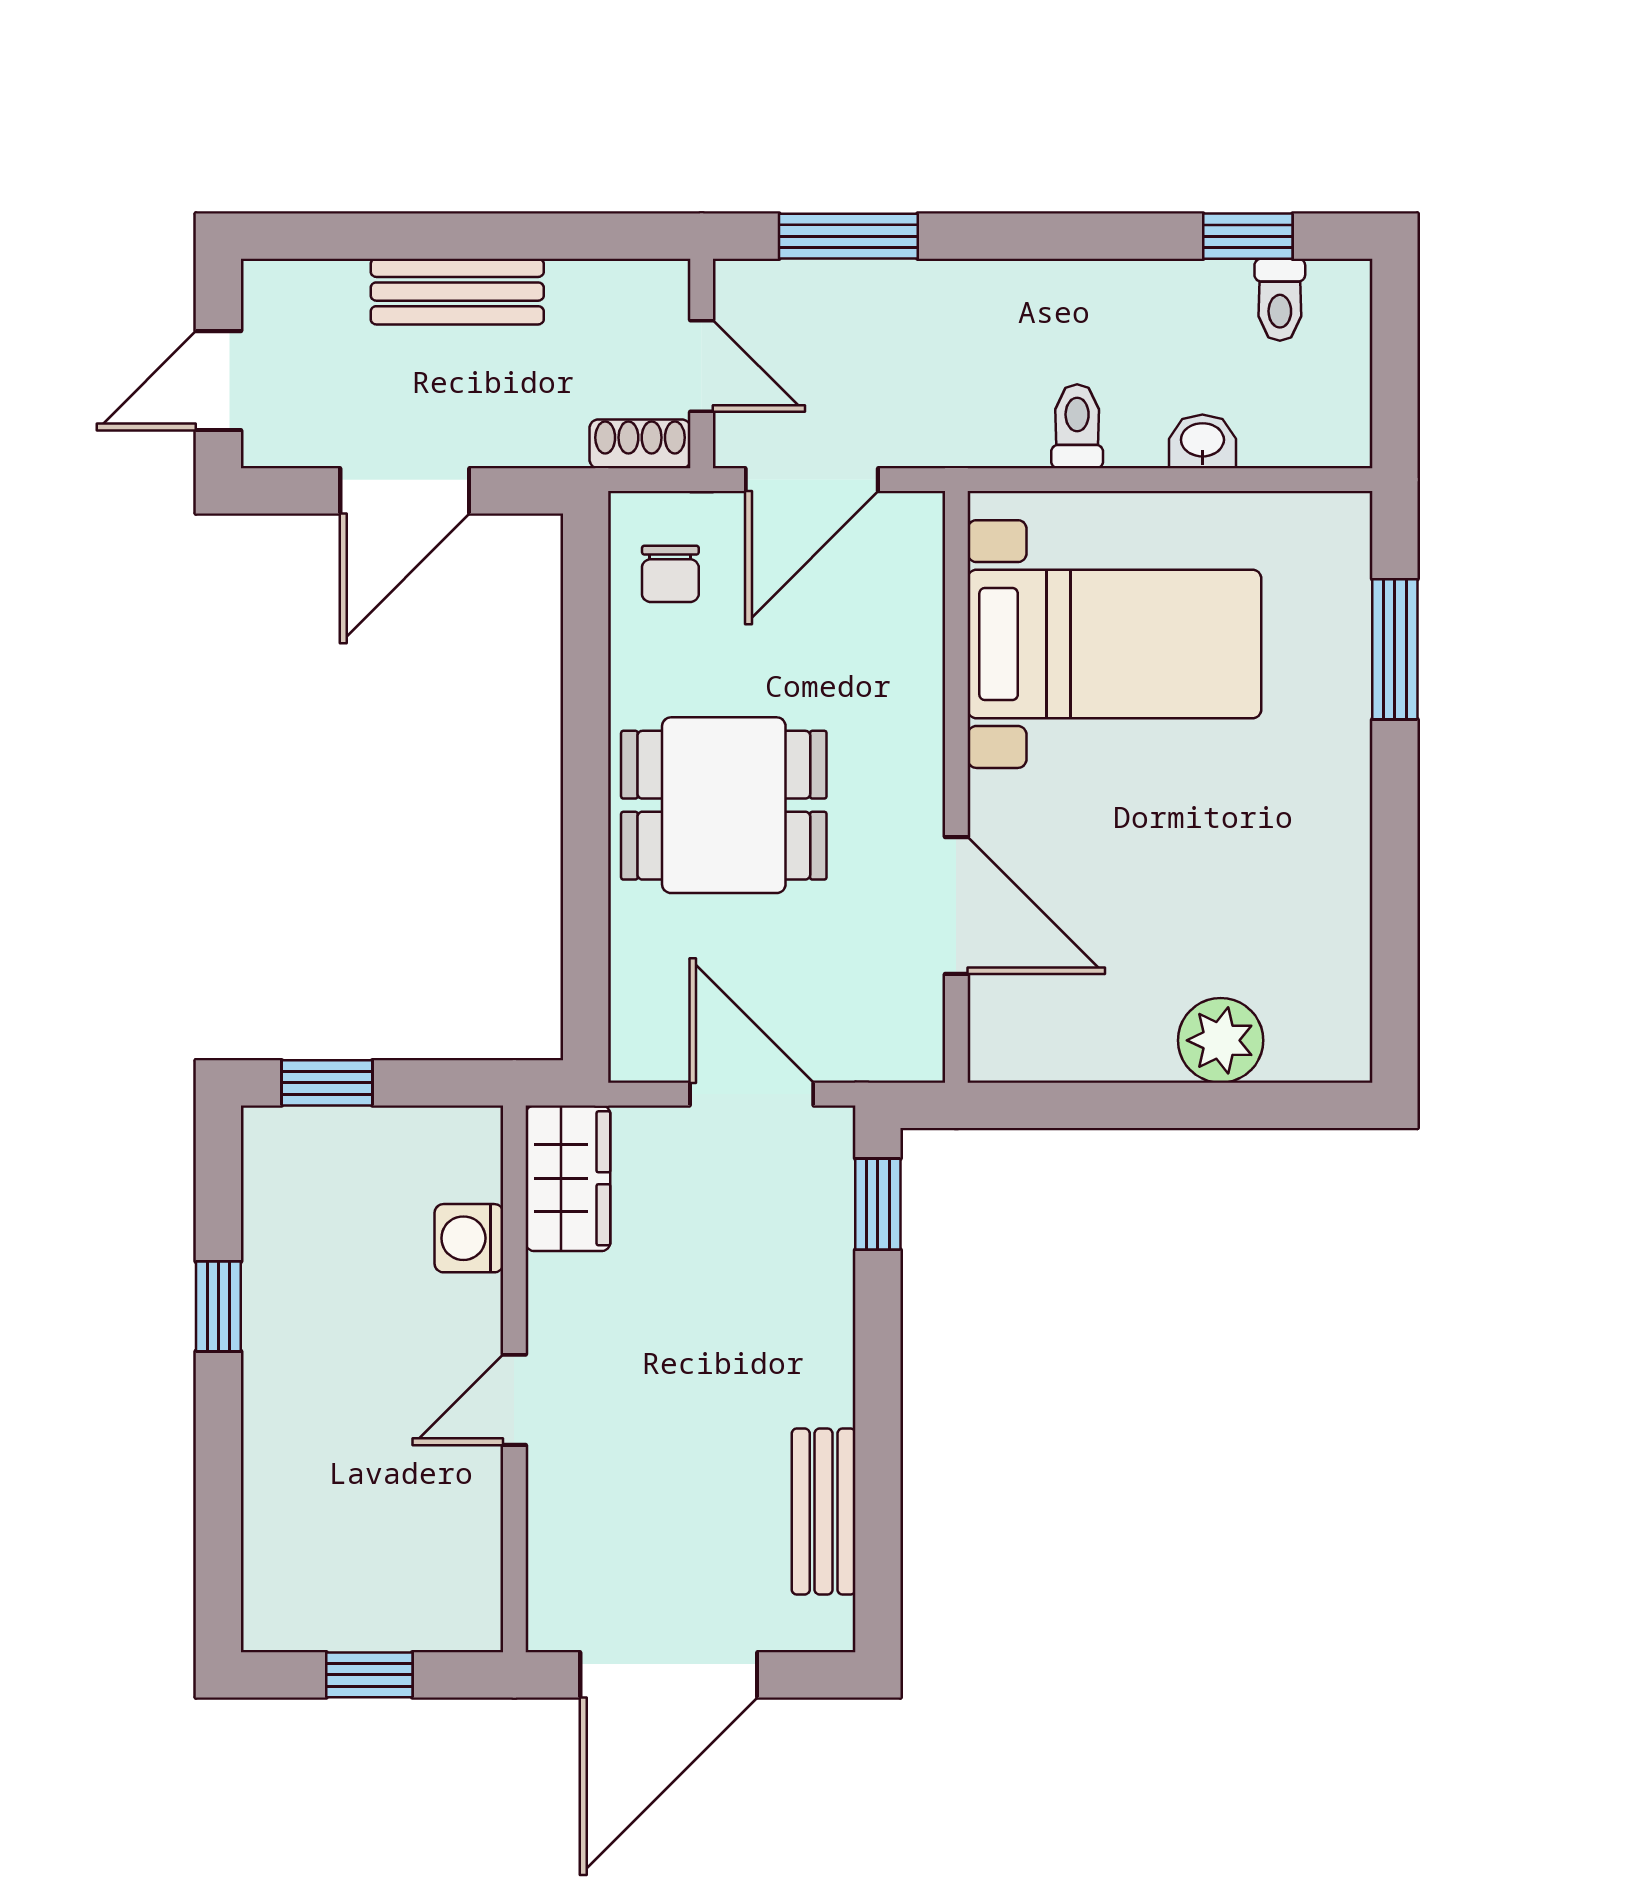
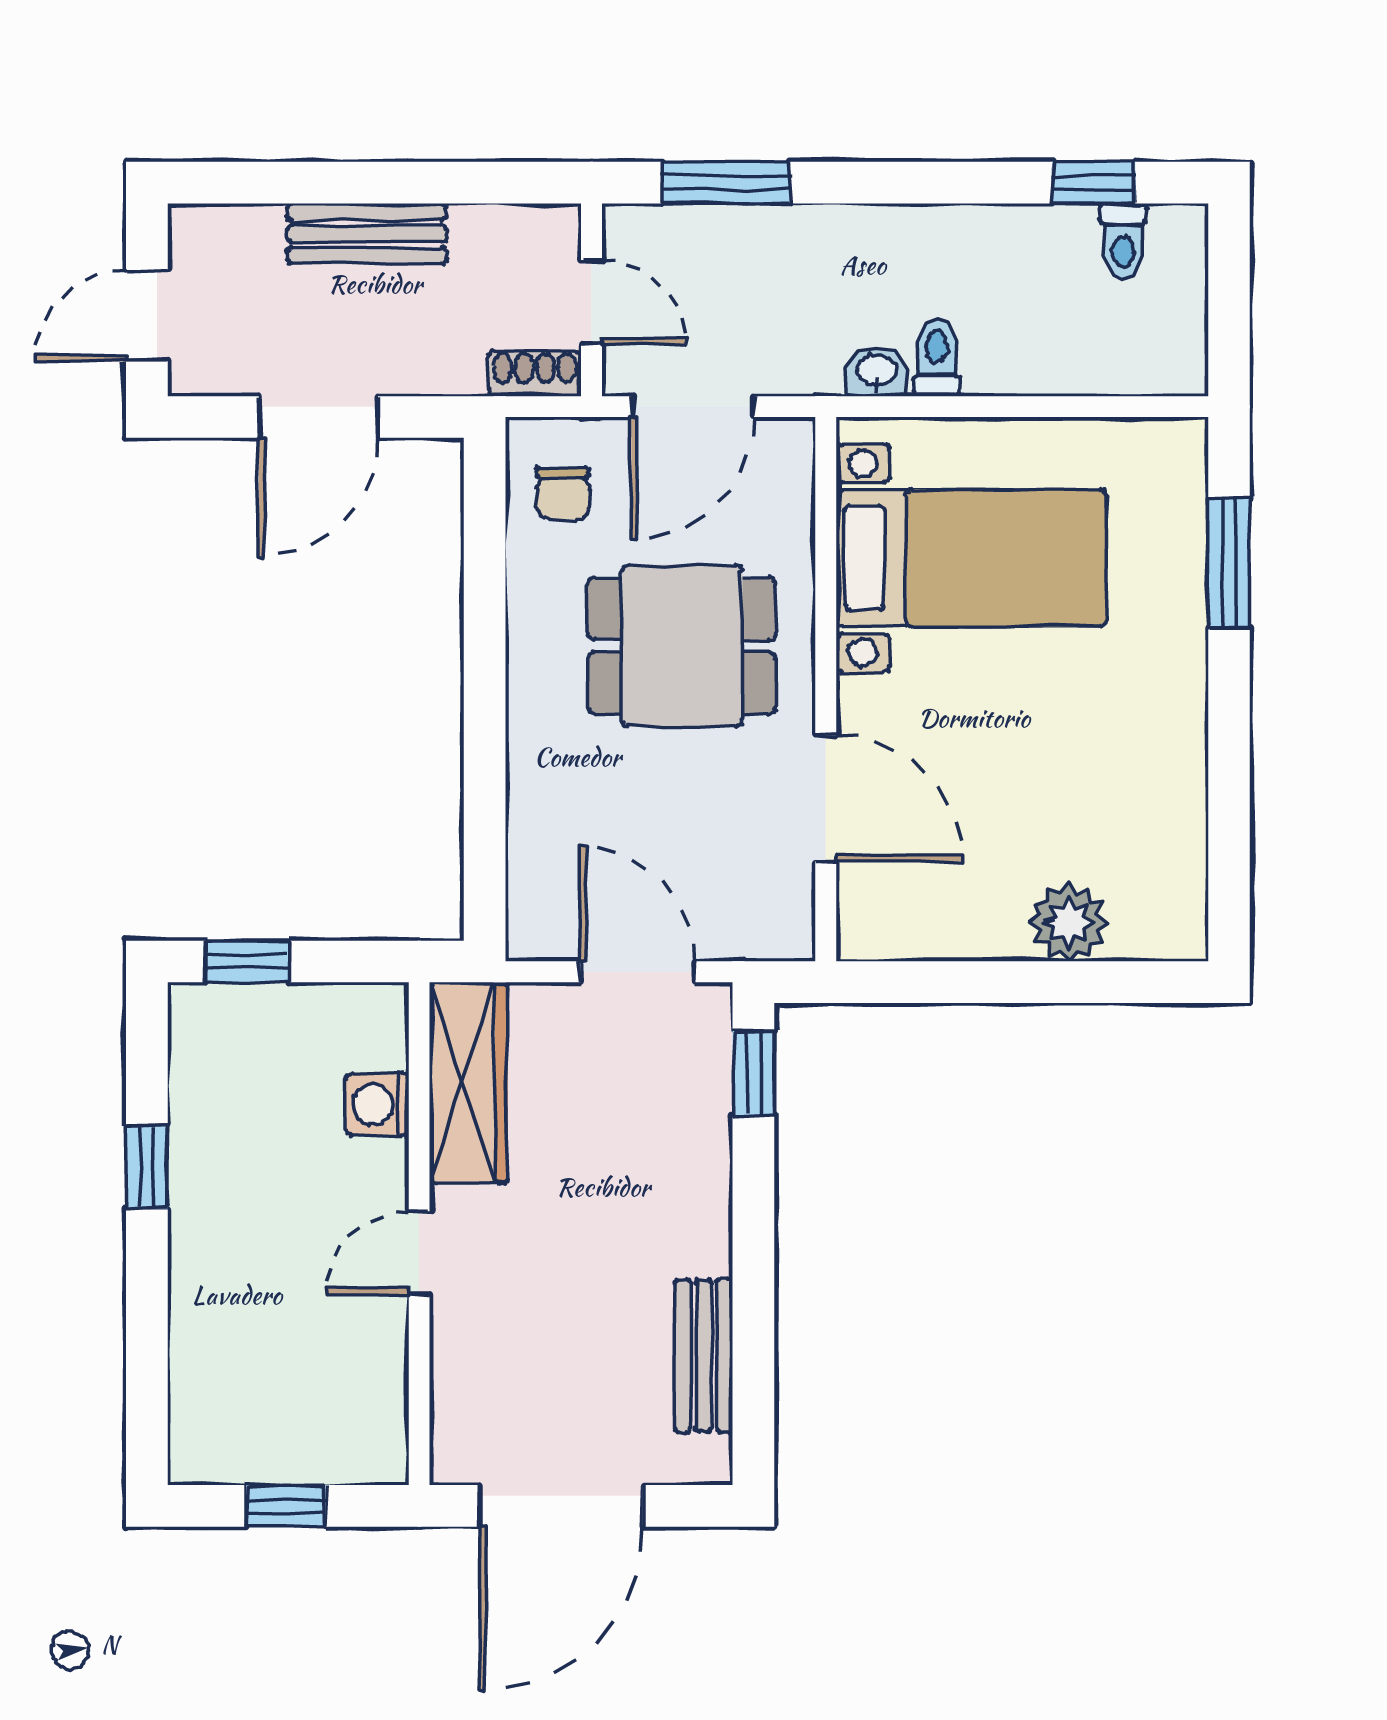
washbasin: (1202, 441) -> (877, 371), moved
dining table: (724, 805) -> (682, 646), moved
wardrobe: (568, 1178) -> (468, 1083), width x1.50

